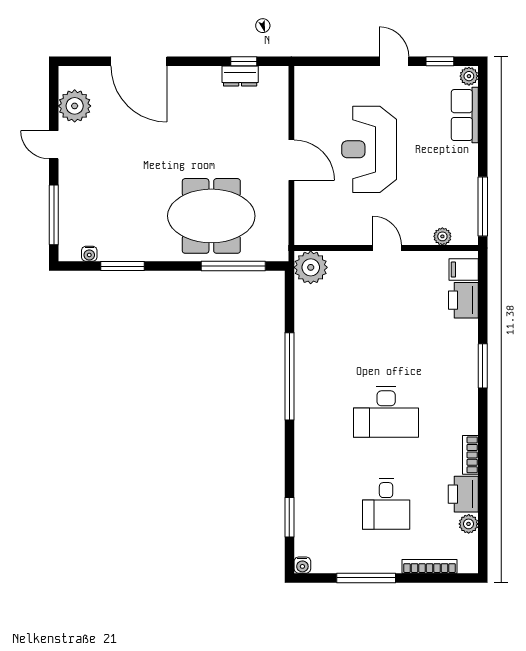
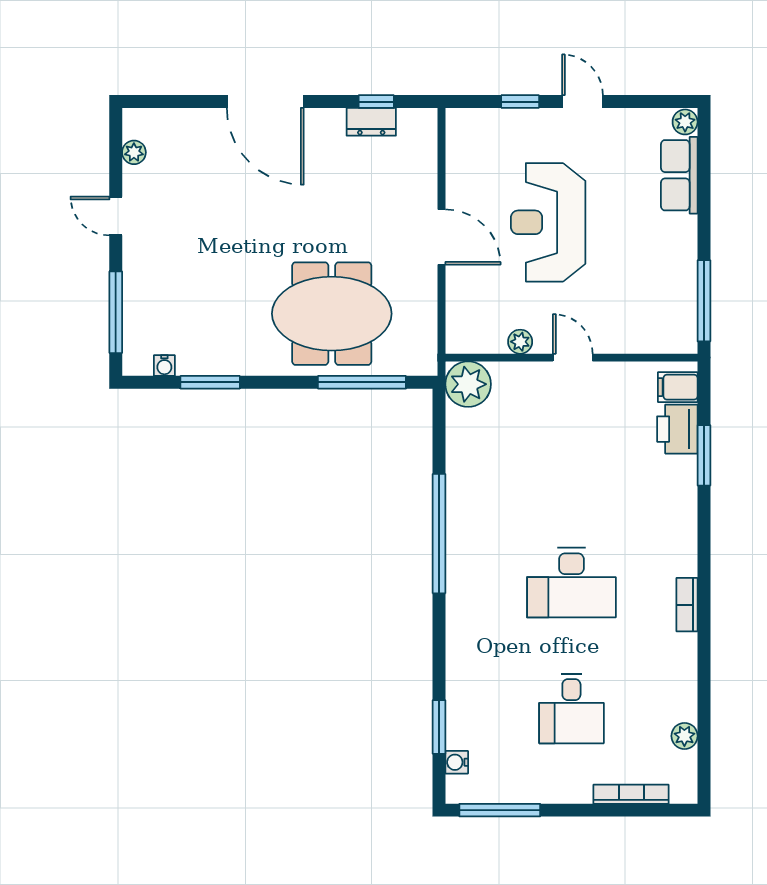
door: (139, 61) -> (265, 102), moved
window: (440, 61) -> (520, 102), moved
plant: (75, 106) -> (134, 152), width x0.53, depth x0.53
plant: (442, 236) -> (520, 342), moved
window: (483, 366) -> (704, 455), moved
bookcase: (470, 455) -> (687, 605), moved
printer: (463, 494) -> (677, 695), removed
water cooler: (302, 565) -> (457, 762), moved, turned 90
window: (366, 578) -> (500, 810), moved

